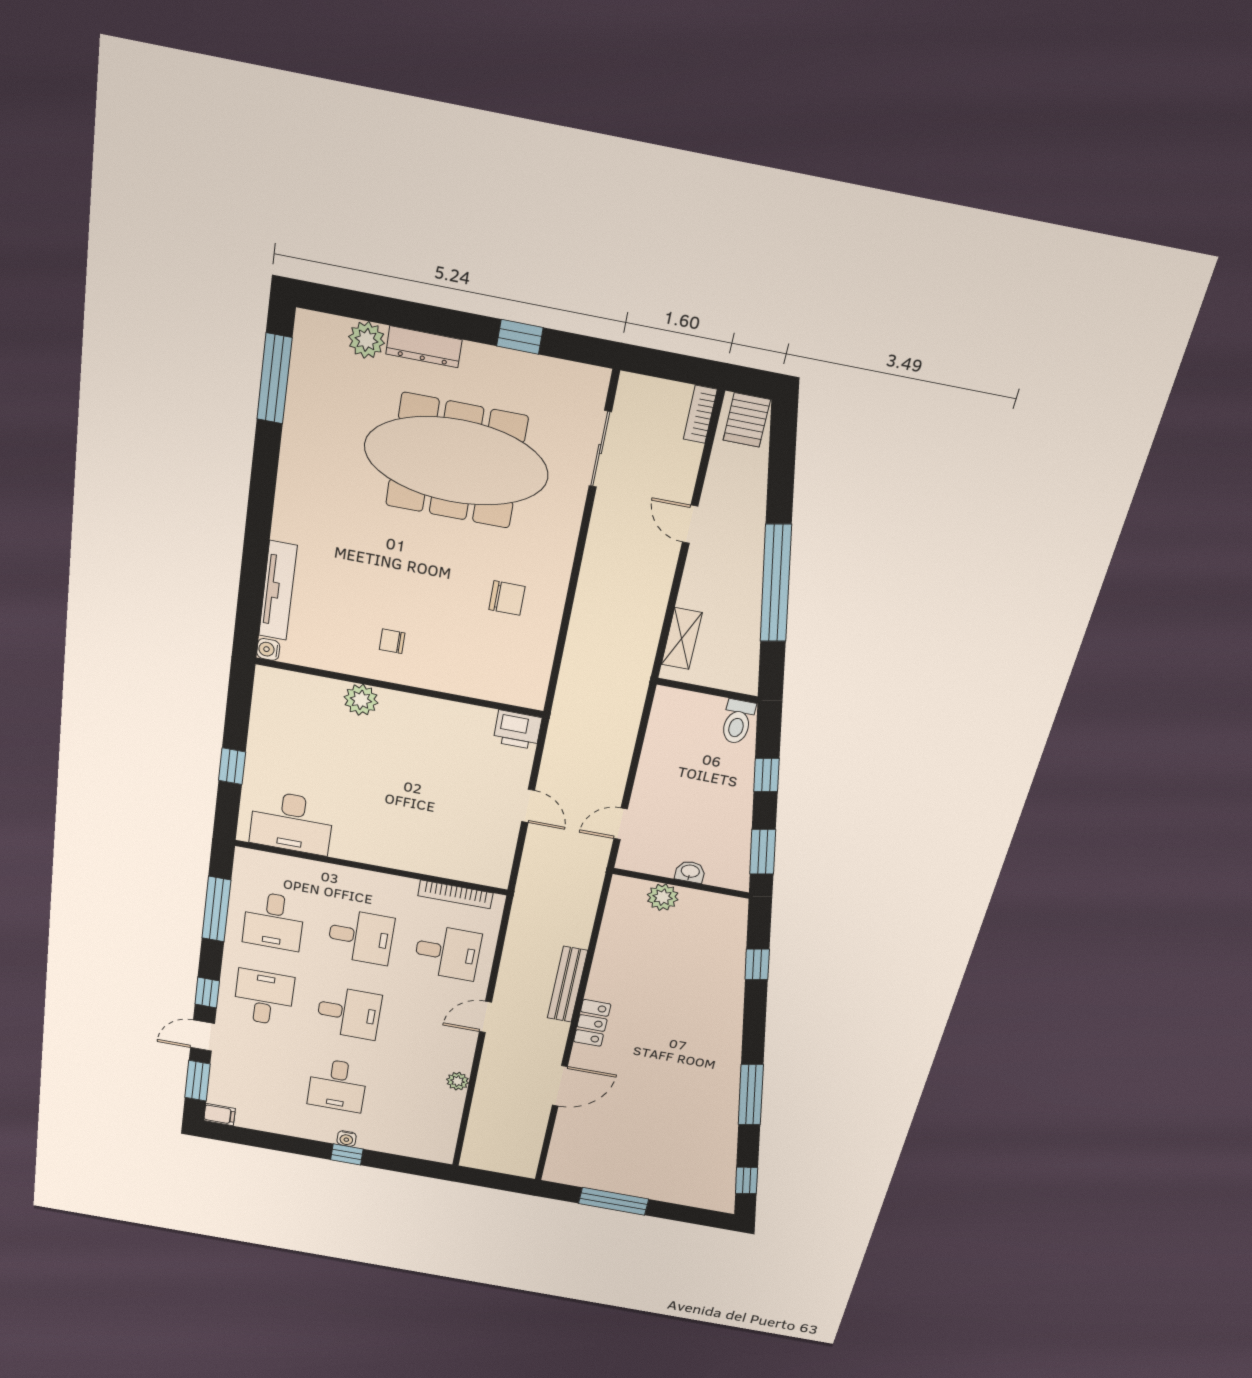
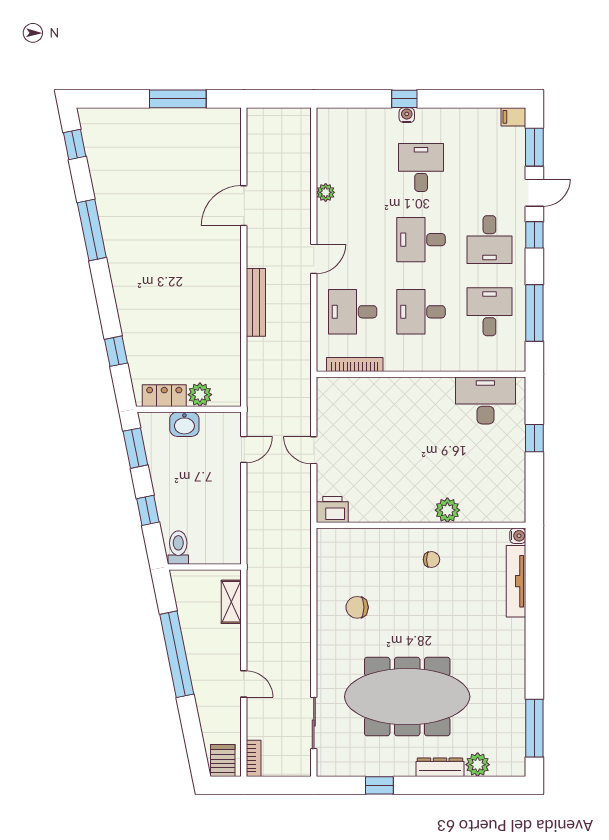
washbasin: (690, 872) -> (184, 424), width x1.38, depth x1.45
locker: (592, 1023) -> (164, 396), moved, turned 90

